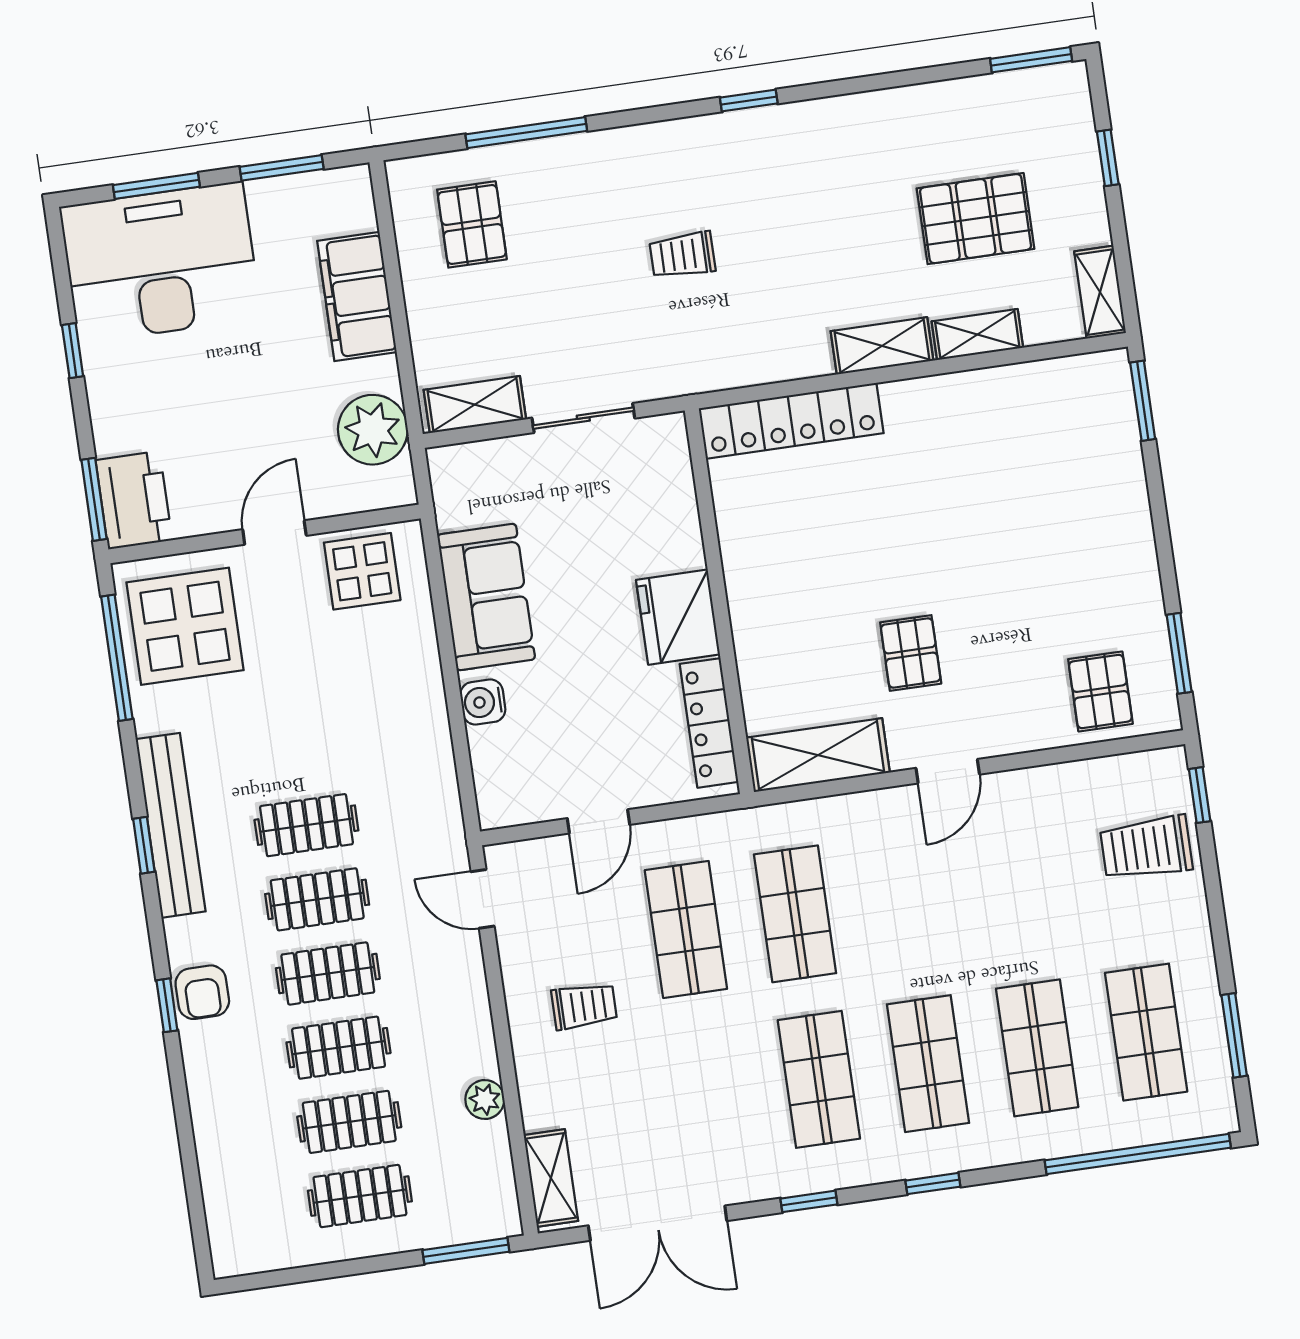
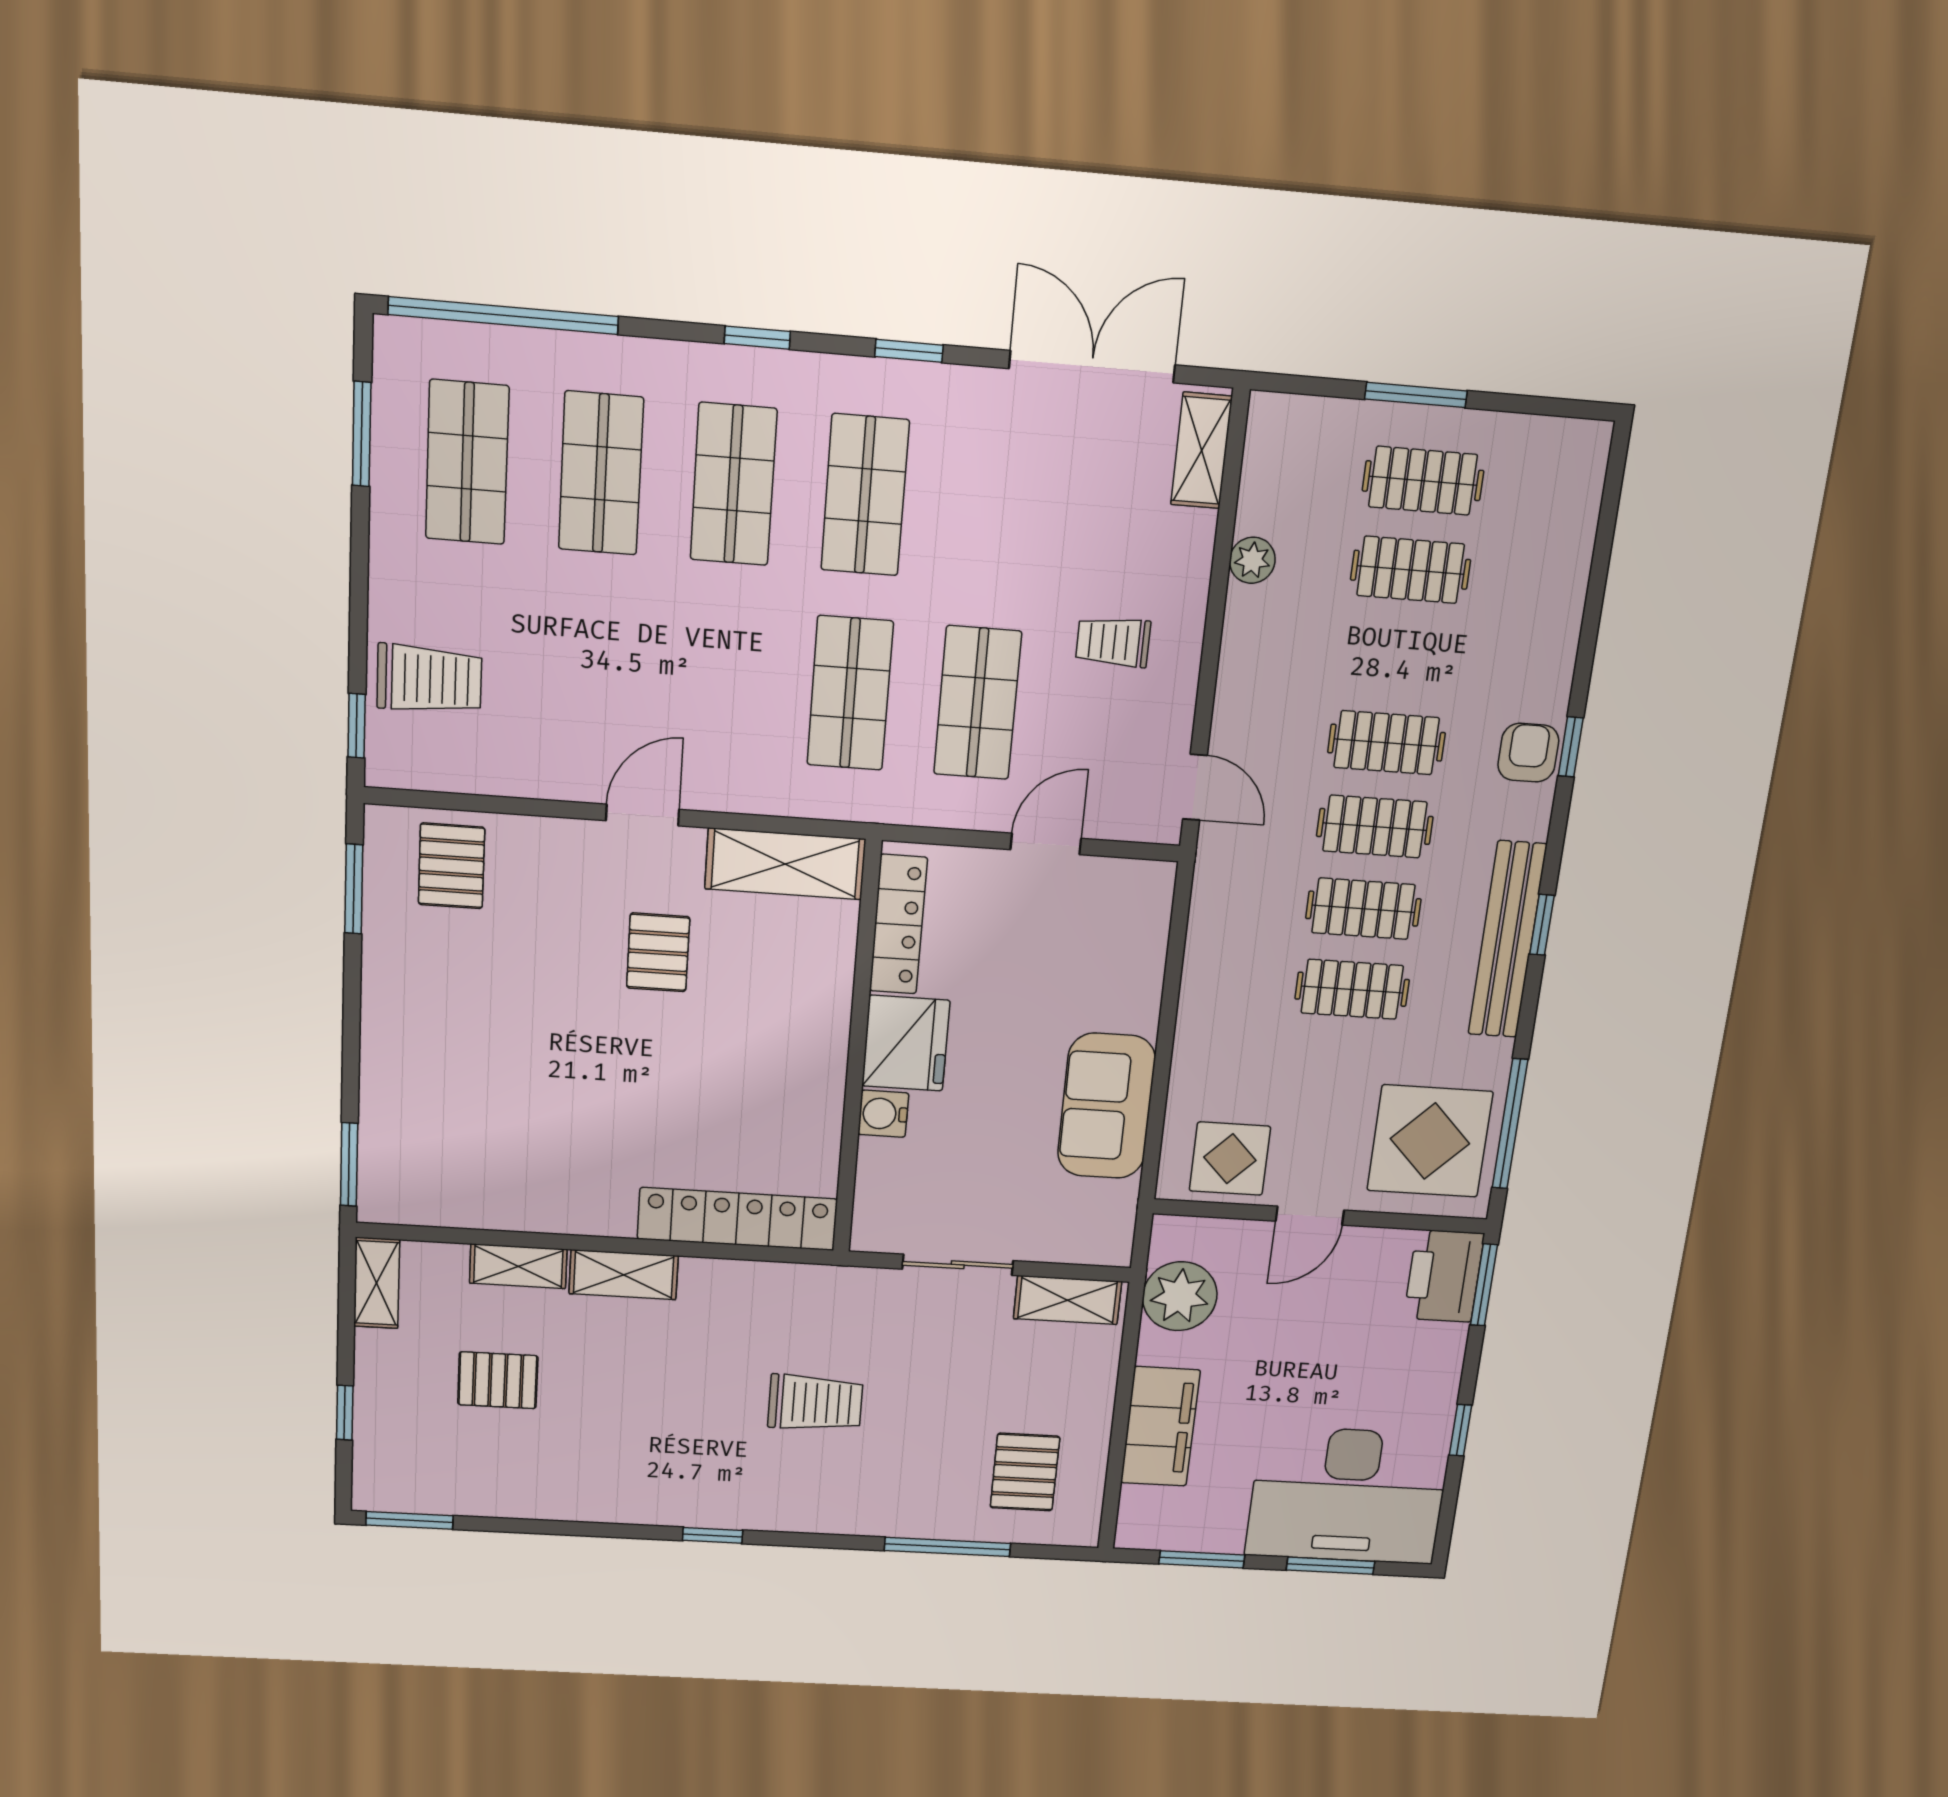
pallet: (976, 219) -> (498, 1380), width x0.67, depth x0.71
trolley: (682, 255) -> (815, 1403), width x1.36, depth x1.39
water cooler: (483, 702) -> (883, 1114), moved, turned 180
clothes rail: (339, 1048) -> (1352, 989), moved
window: (466, 1251) -> (1416, 395), moved

